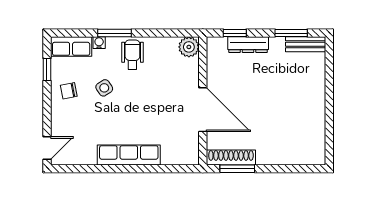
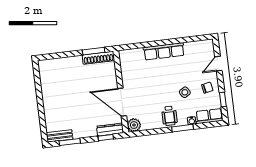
dresser: (248, 45) -> (110, 130), moved
door: (203, 110) -> (122, 102), moved
door: (47, 148) -> (218, 64), moved

